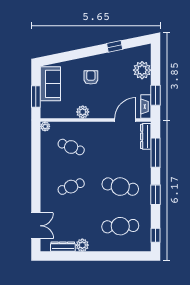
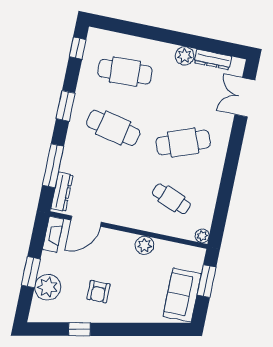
armchair: (91, 77) -> (98, 292), moved
window: (155, 95) -> (31, 272), moved
cafe table: (71, 187) -> (183, 143), width x1.37, depth x1.35

